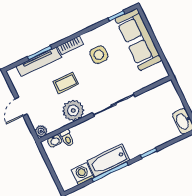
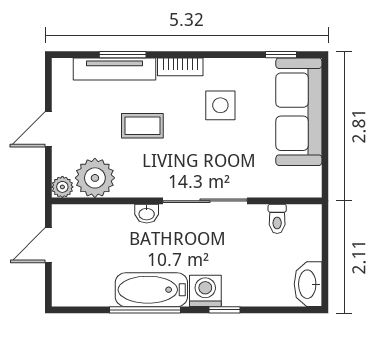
plant: (73, 111) -> (95, 178), moved
toilet: (67, 138) -> (277, 219), moved
washbasin: (55, 141) -> (147, 214), moved
door: (48, 163) -> (48, 245), added
washing machine: (82, 174) -> (205, 291), moved

